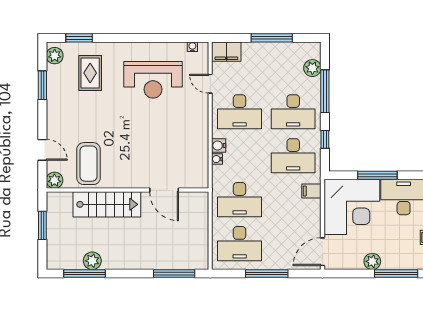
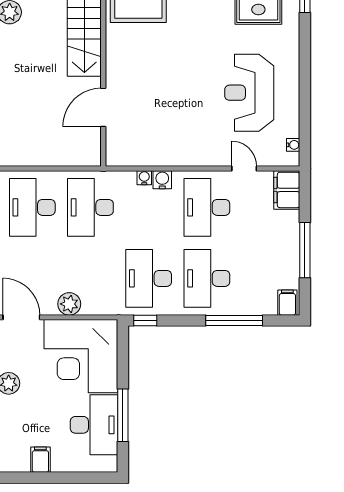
plant: (312, 68) -> (69, 304), moved
door: (210, 84) -> (244, 168), hinge flipped
window: (325, 139) -> (145, 320), moved
window: (377, 175) -> (123, 415), moved
filing cabinet: (311, 191) -> (287, 303), moved

